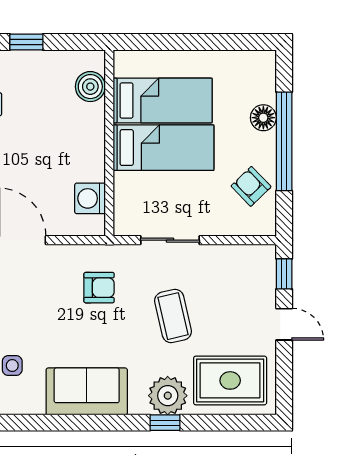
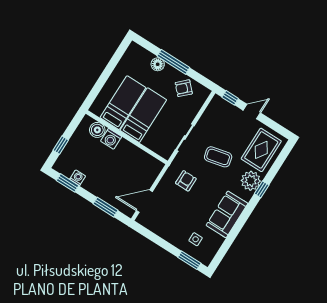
window: (284, 141) -> (173, 62), width x0.68
washing machine: (90, 198) -> (111, 139), moved

